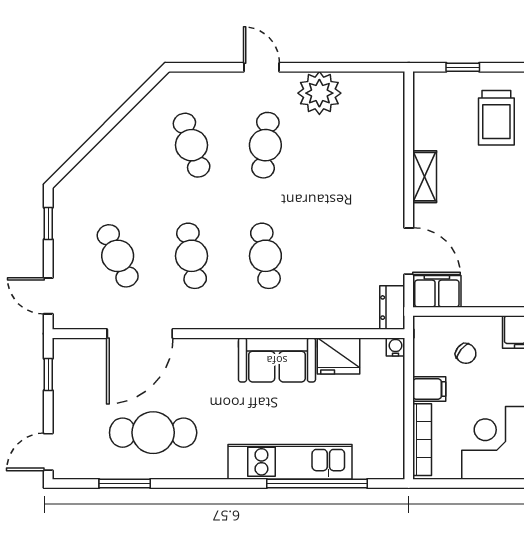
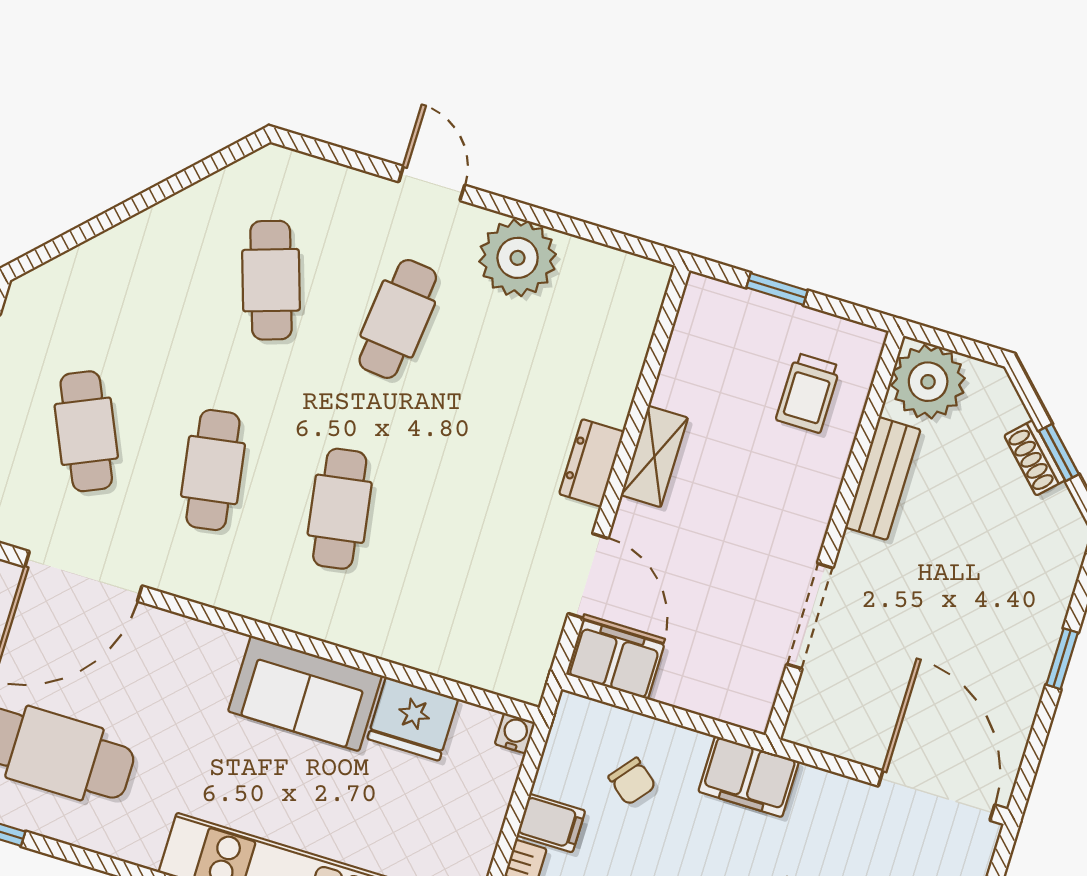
trolley: (496, 118) -> (808, 393), width x0.73, depth x0.72
dresser: (392, 308) -> (592, 463), moved

